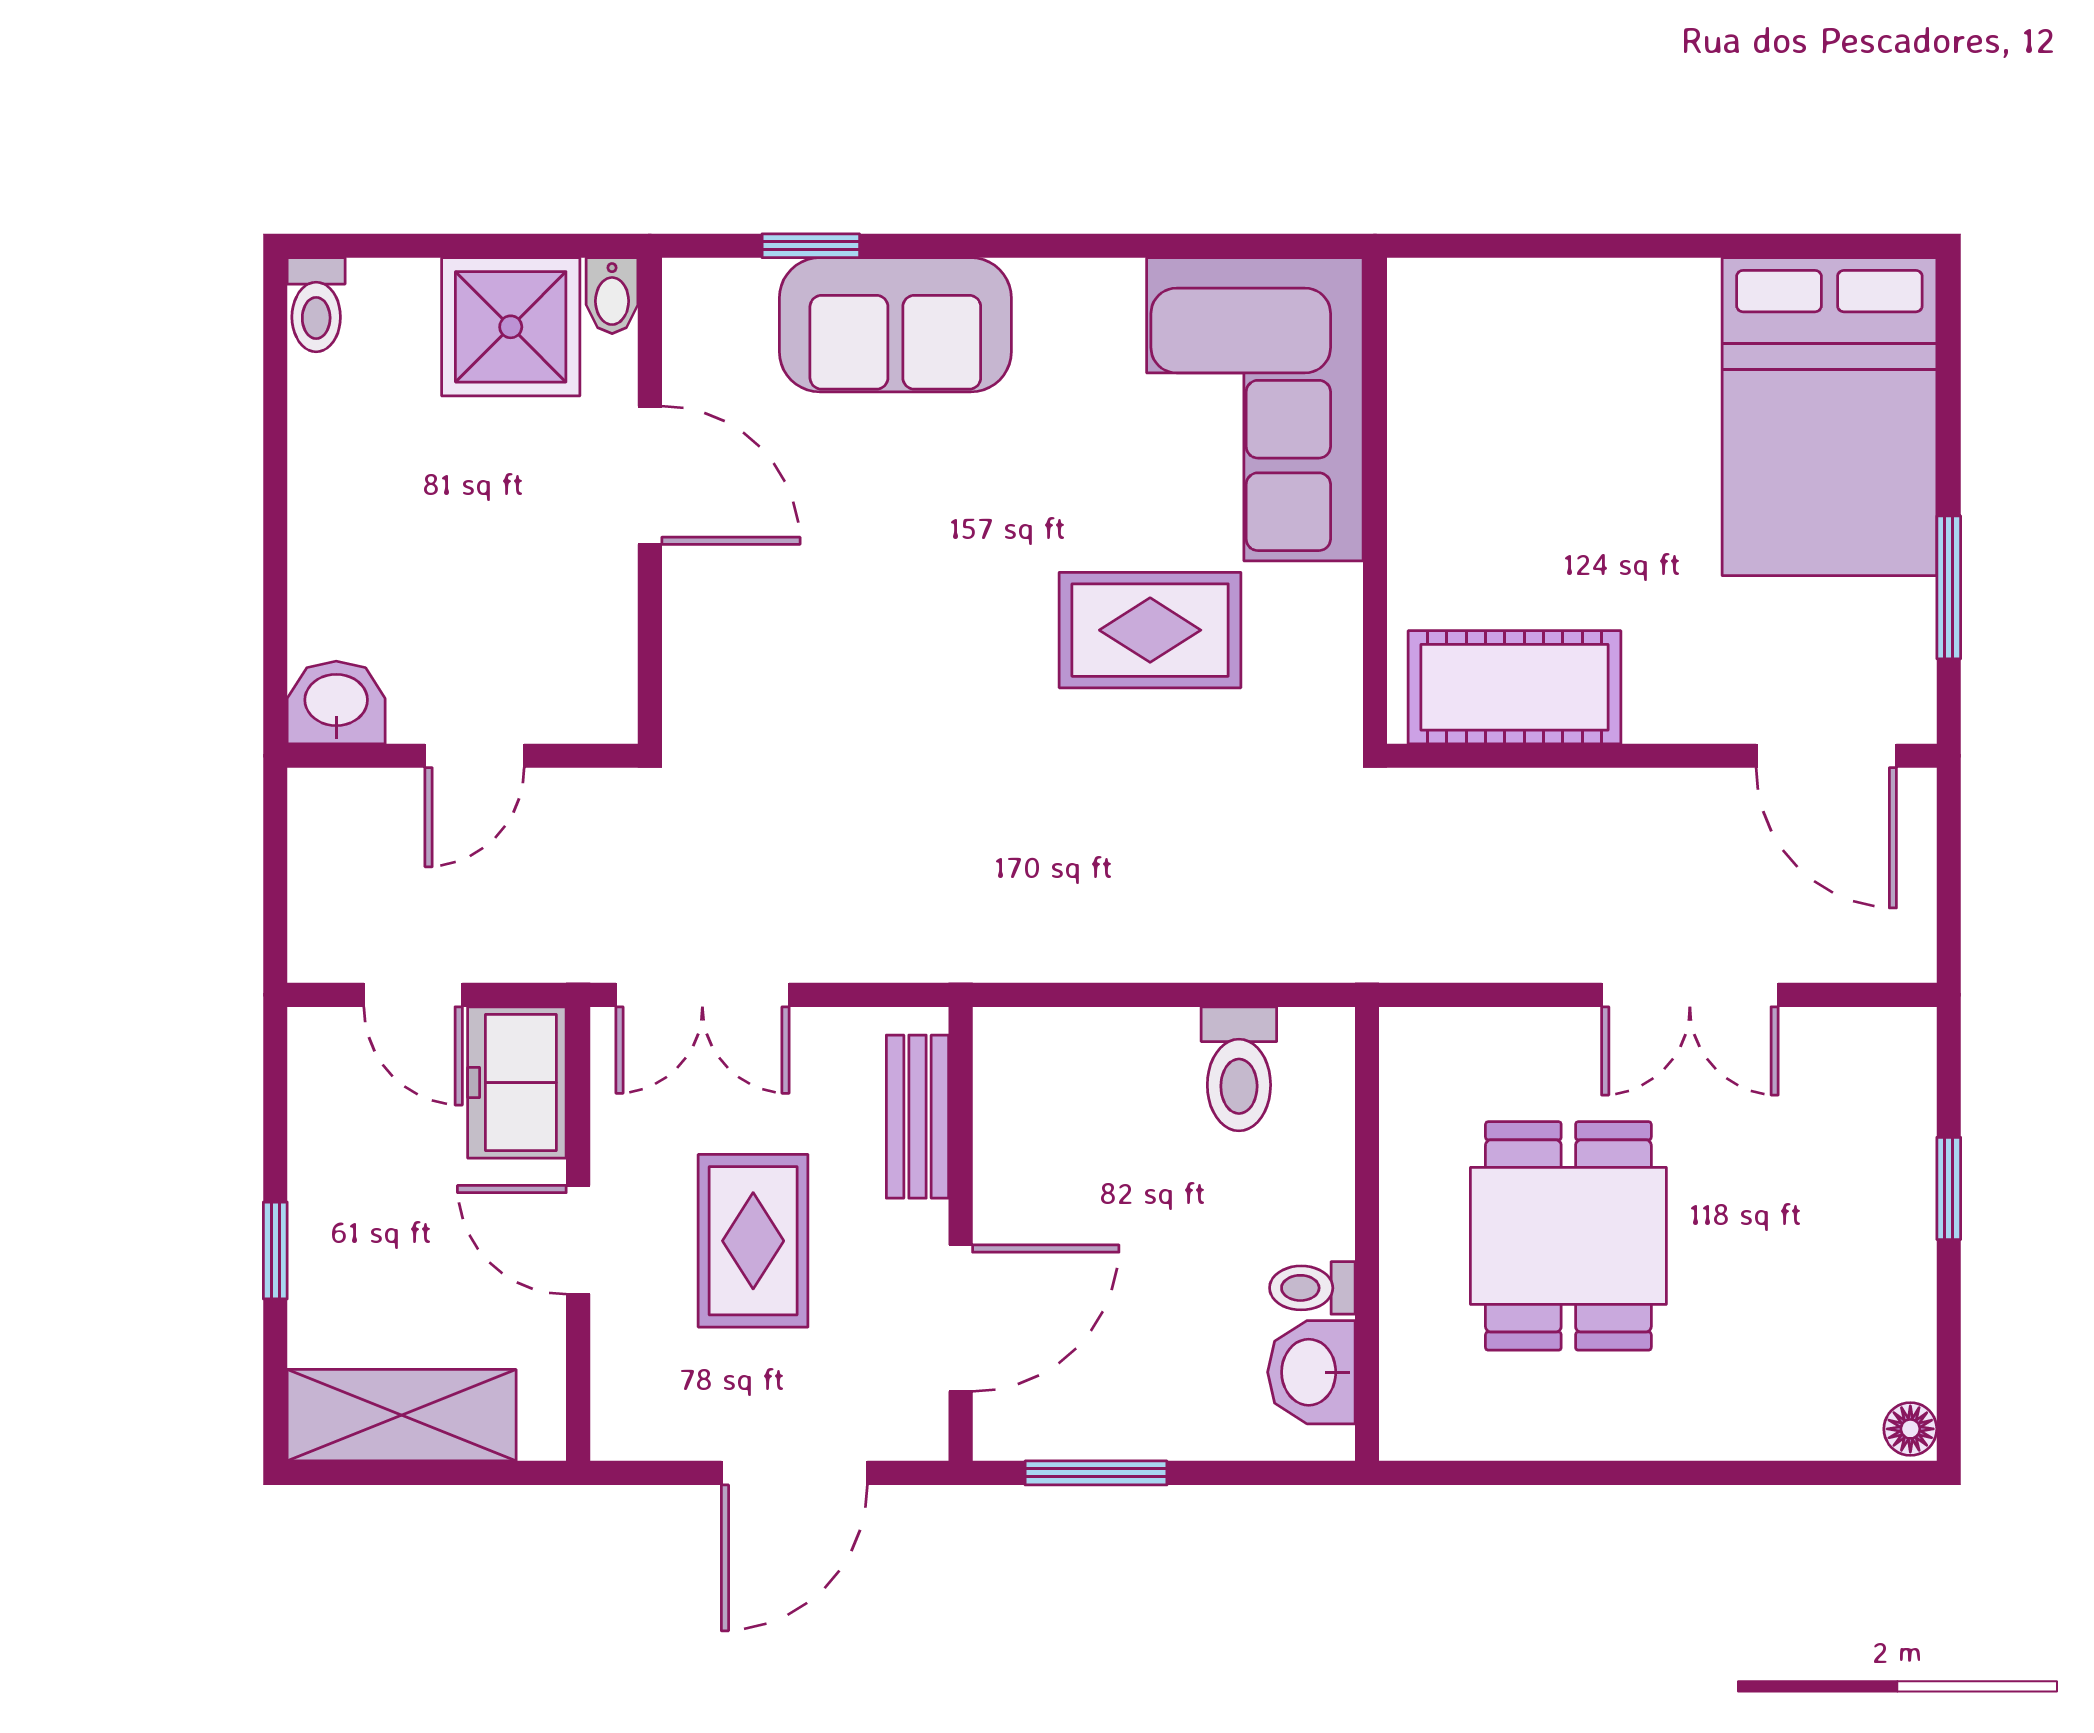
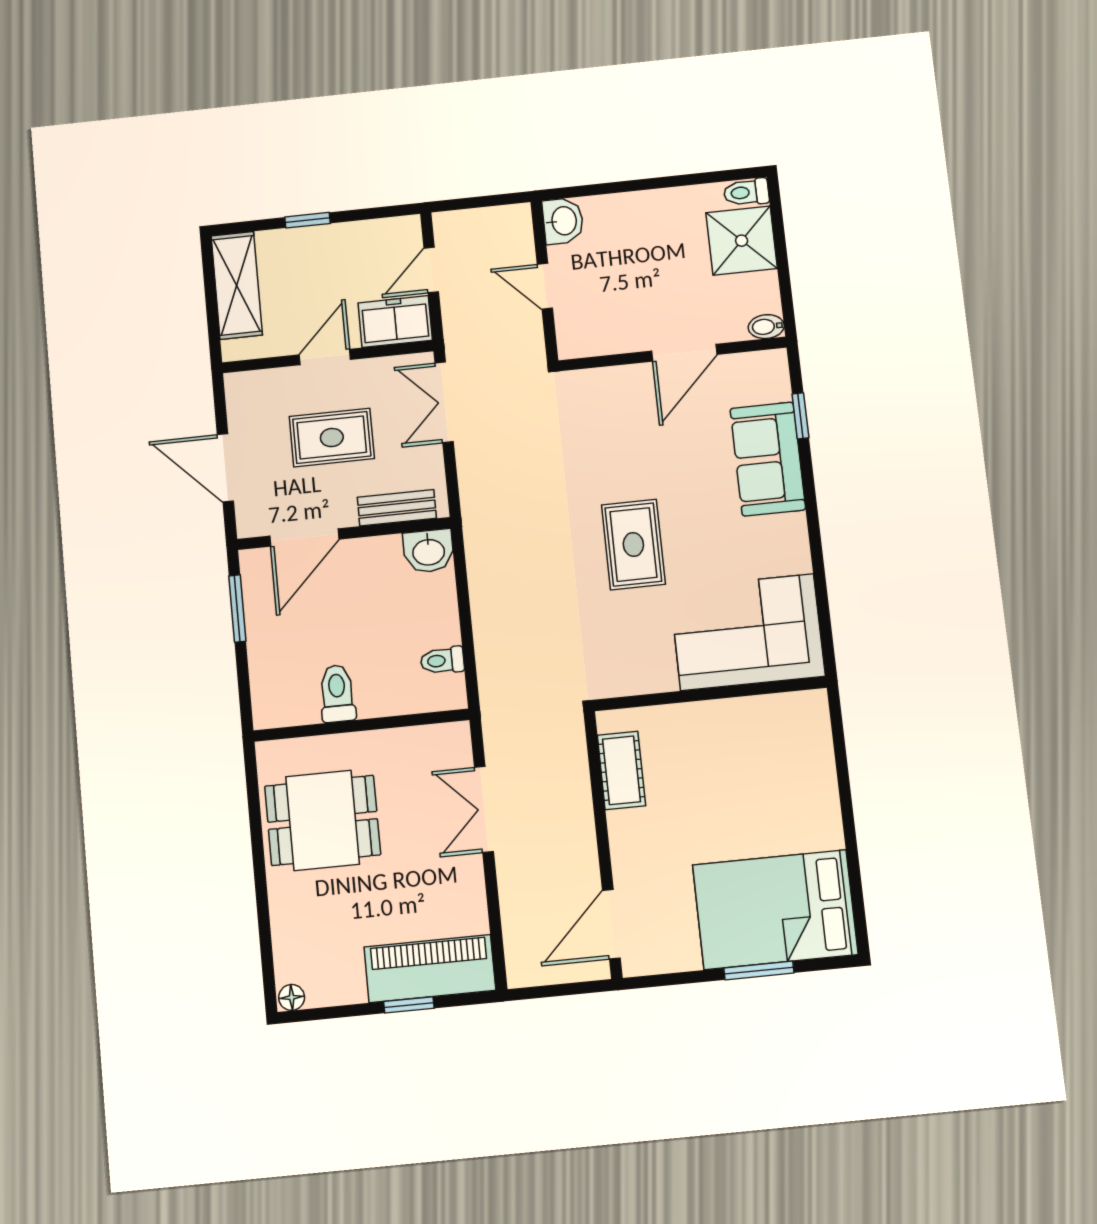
shower: (511, 327) -> (742, 241), moved
window: (1949, 587) -> (759, 970), moved
rug: (1150, 630) -> (633, 544), moved
cot: (1515, 687) -> (621, 770), width x0.73, depth x0.75
double door: (1690, 995) -> (484, 809), moved
toilet: (1239, 1069) -> (442, 660), width x0.73, depth x0.72
piano: (1880, 1138) -> (430, 969), added
dining table: (1568, 1236) -> (323, 820), moved
toilet: (1312, 1288) -> (337, 693), width x1.37, depth x1.39
door: (961, 1318) -> (304, 538), hinge flipped
washbasin: (1311, 1372) -> (429, 551), moved, turned 180

